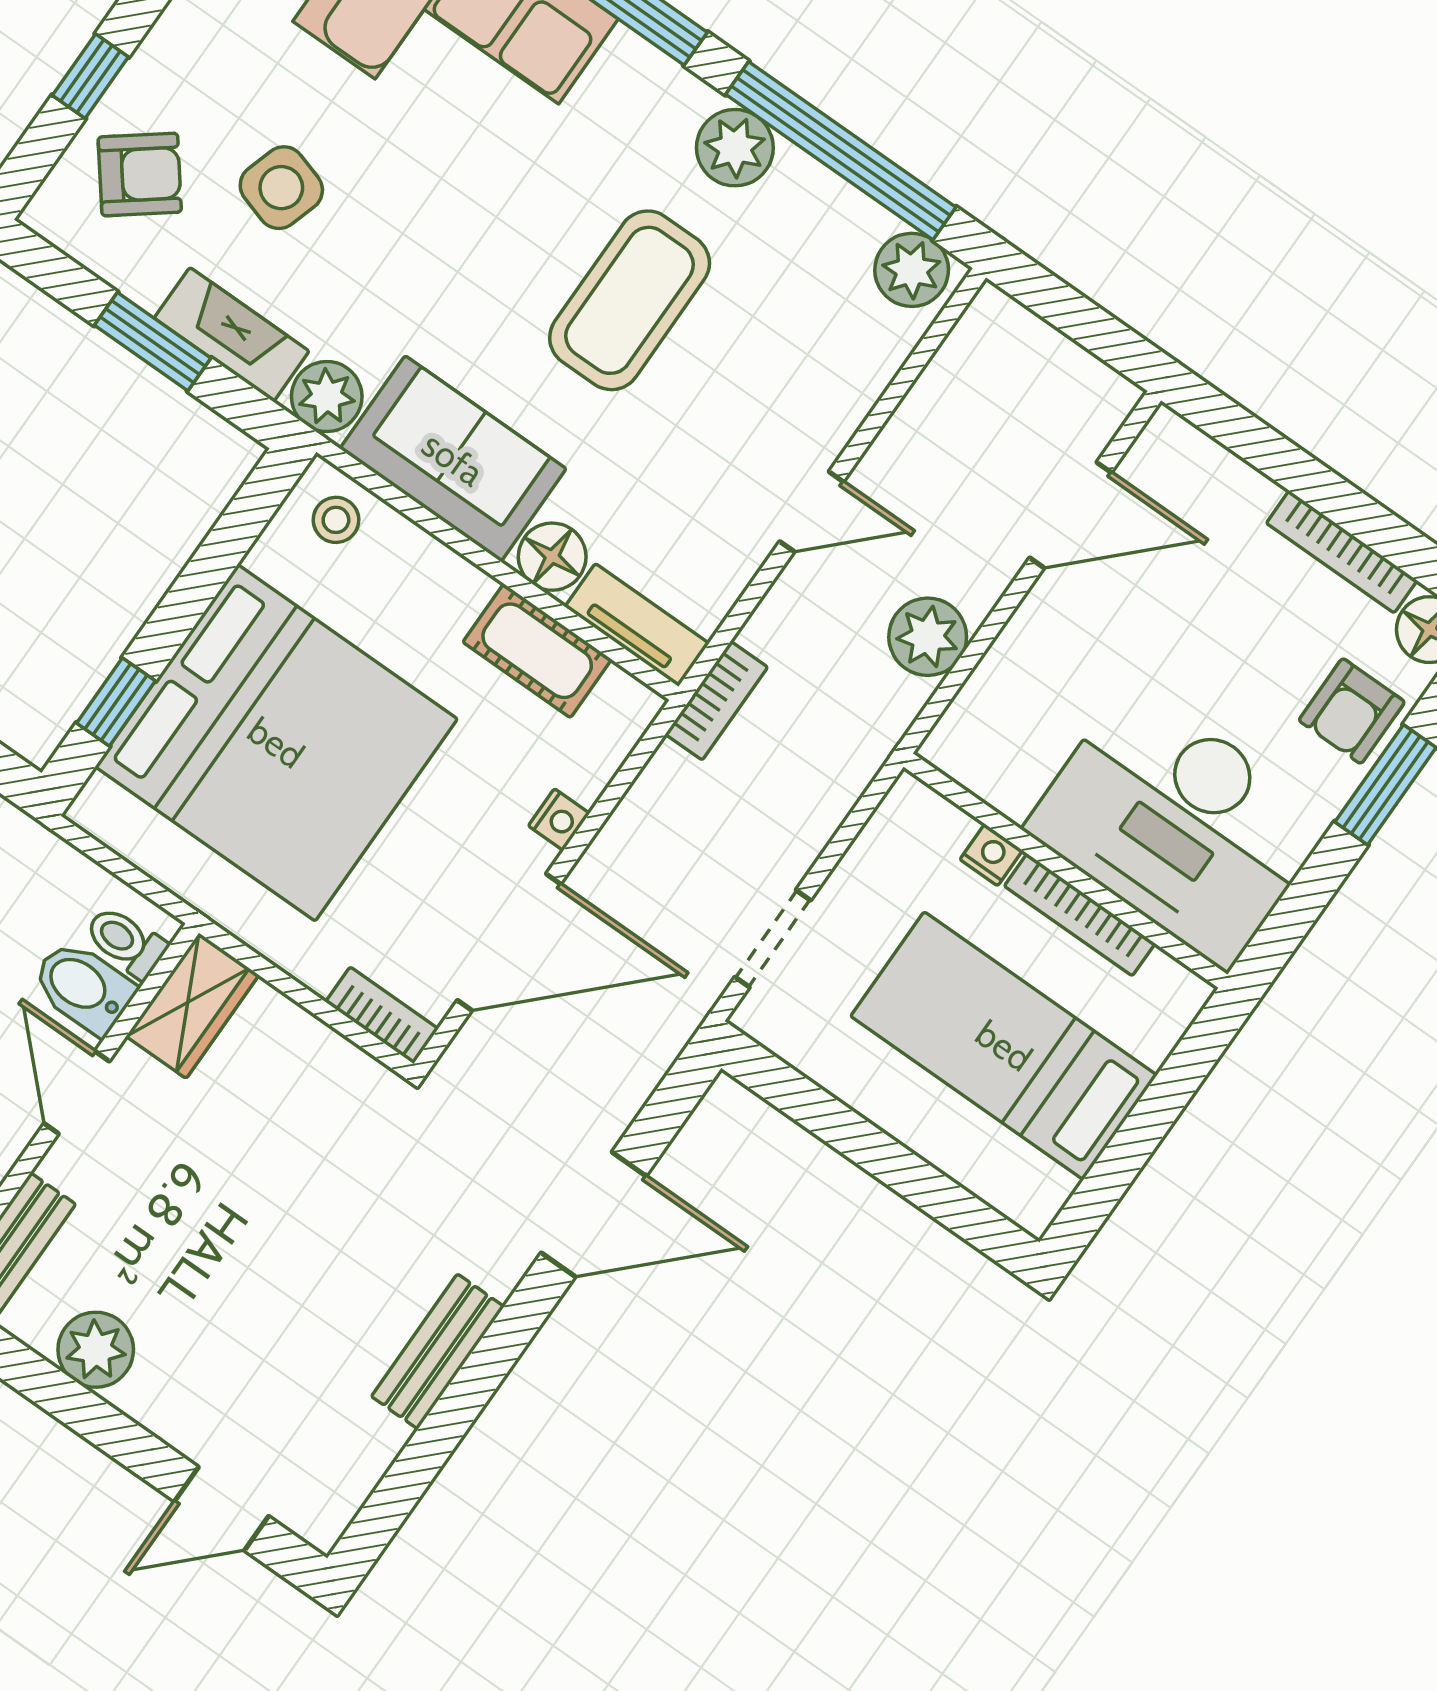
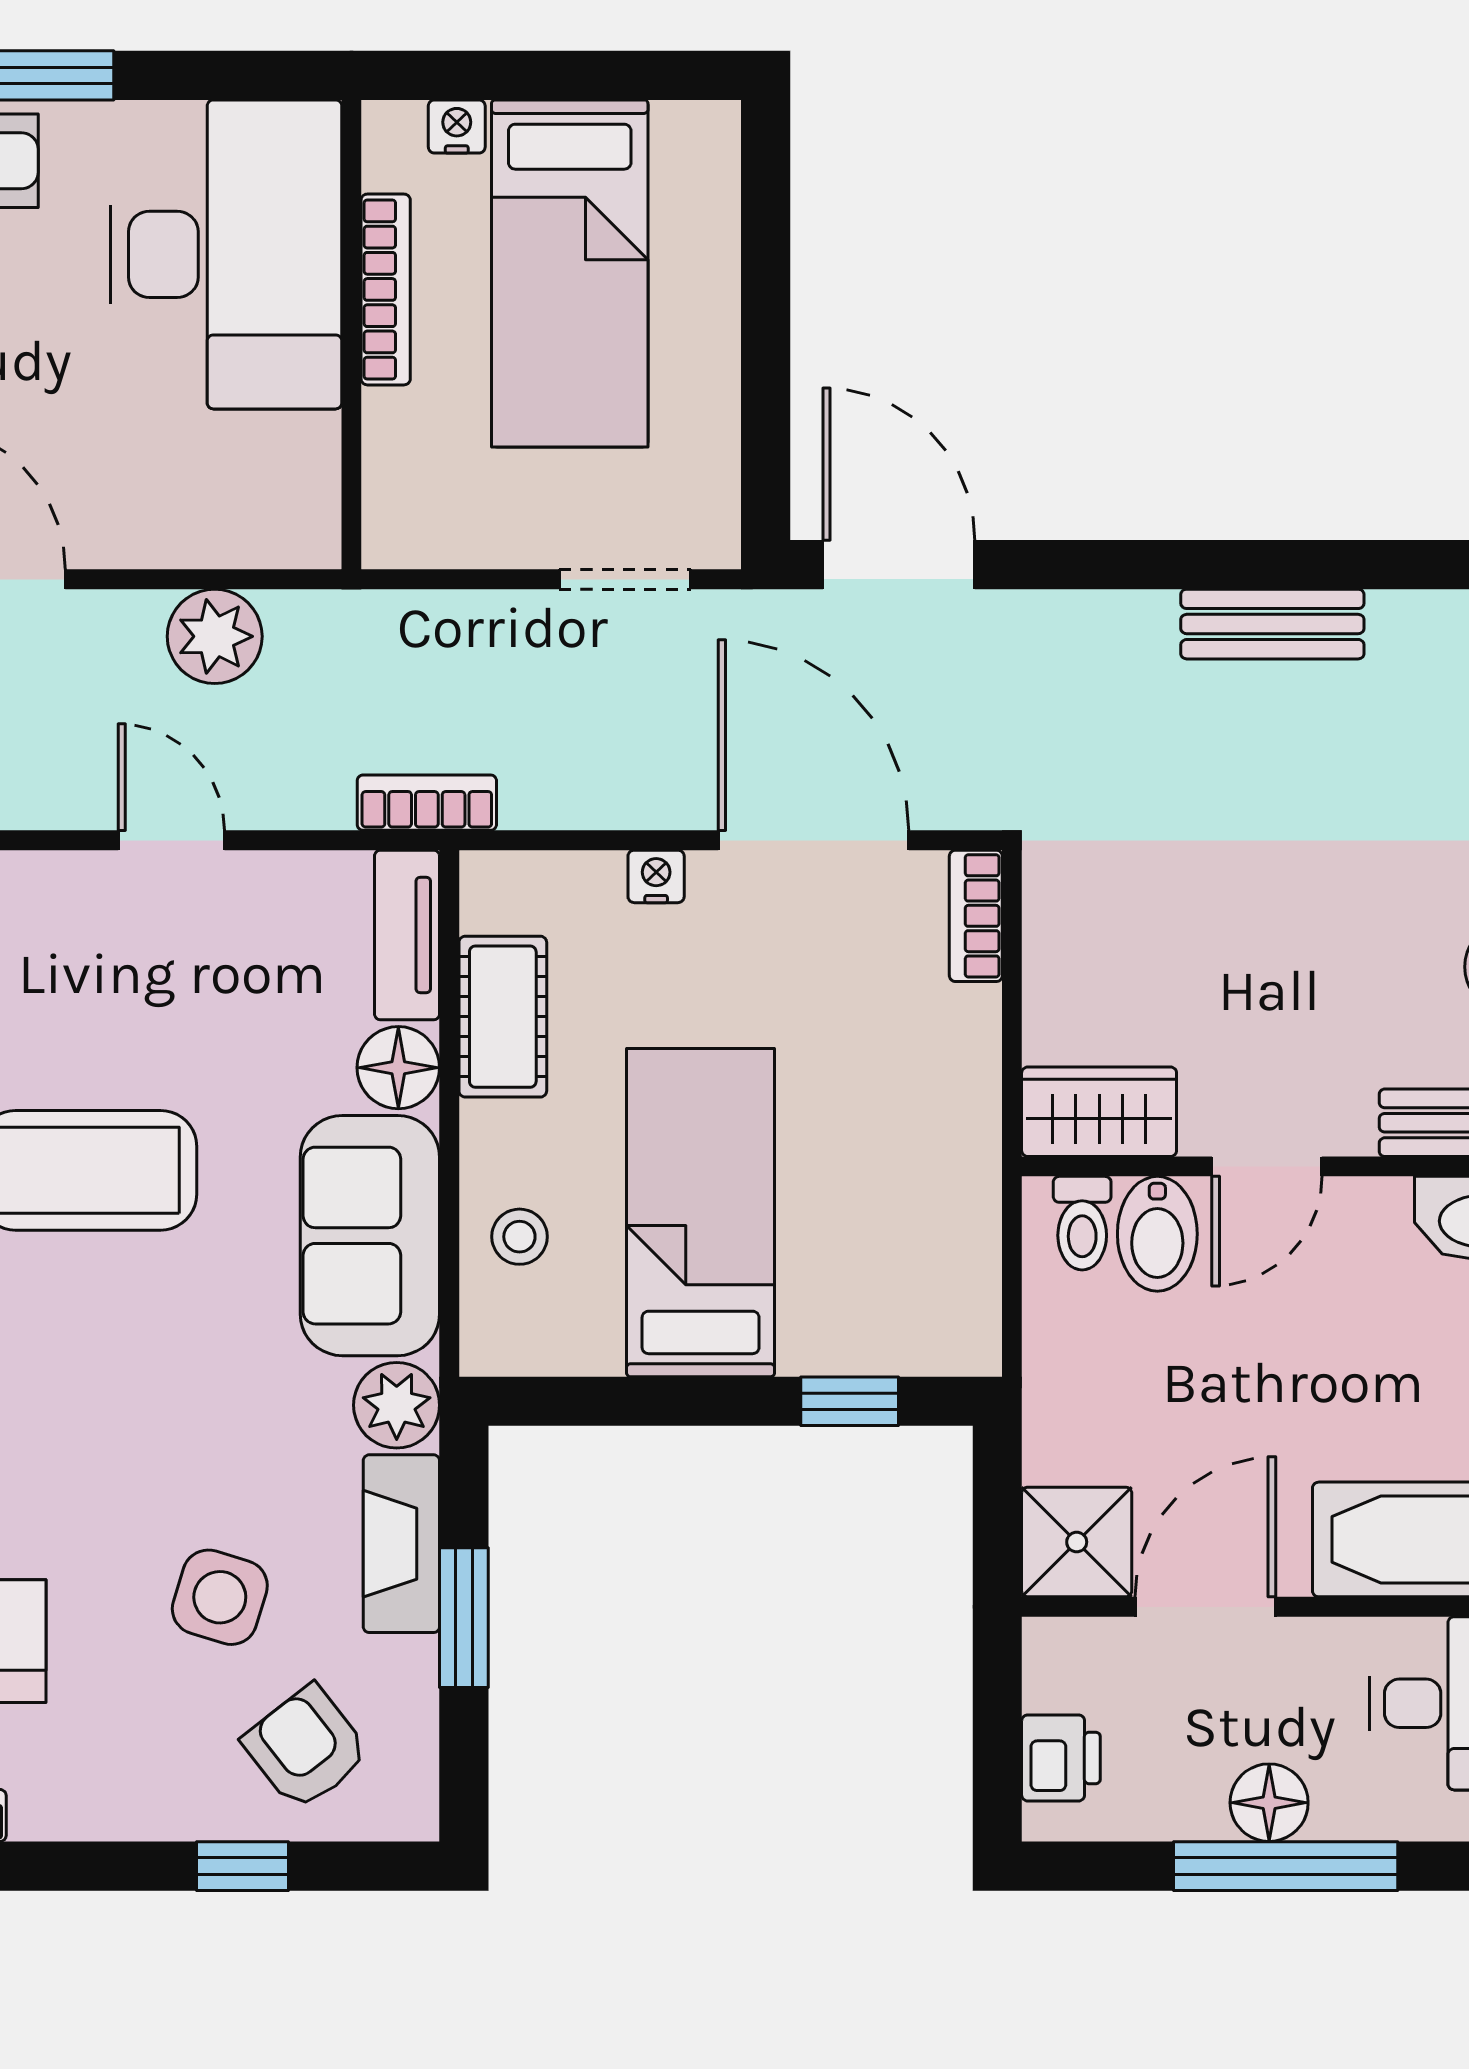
stool: (336, 520) -> (519, 1237), moved
bed: (276, 743) -> (701, 1213), width x0.49
nightstand: (991, 855) -> (457, 126), moved, turned 90
door: (594, 1214) -> (899, 565), moved

